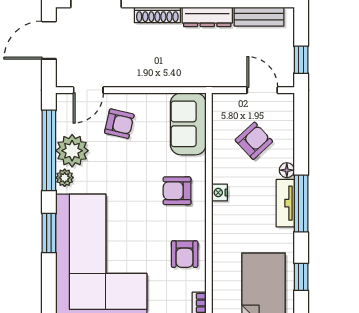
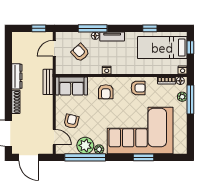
bench: (259, 17) -> (48, 82), moved
window: (301, 204) -> (93, 28), moved
window: (49, 233) -> (143, 157), moved

